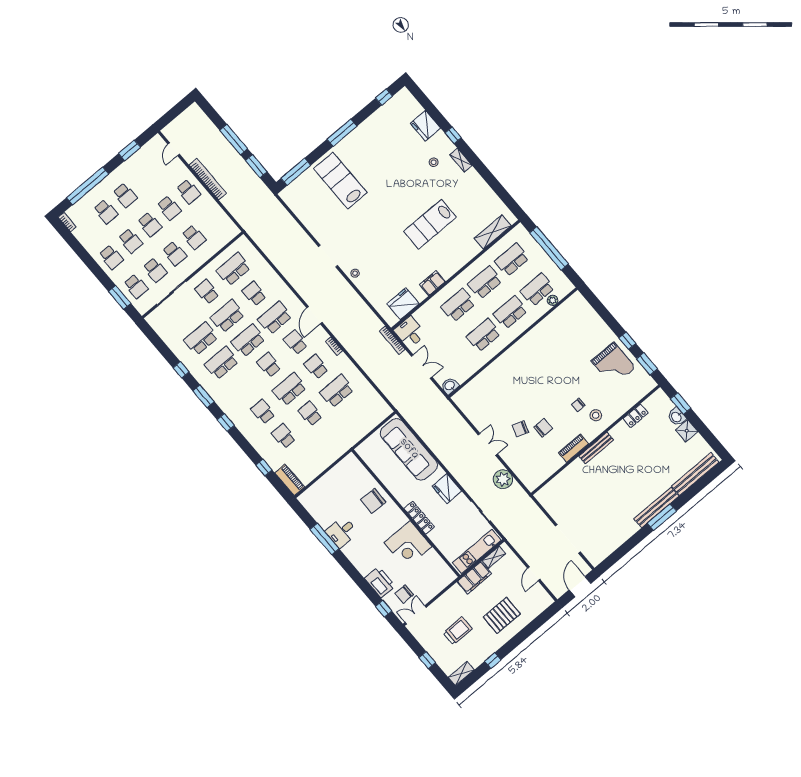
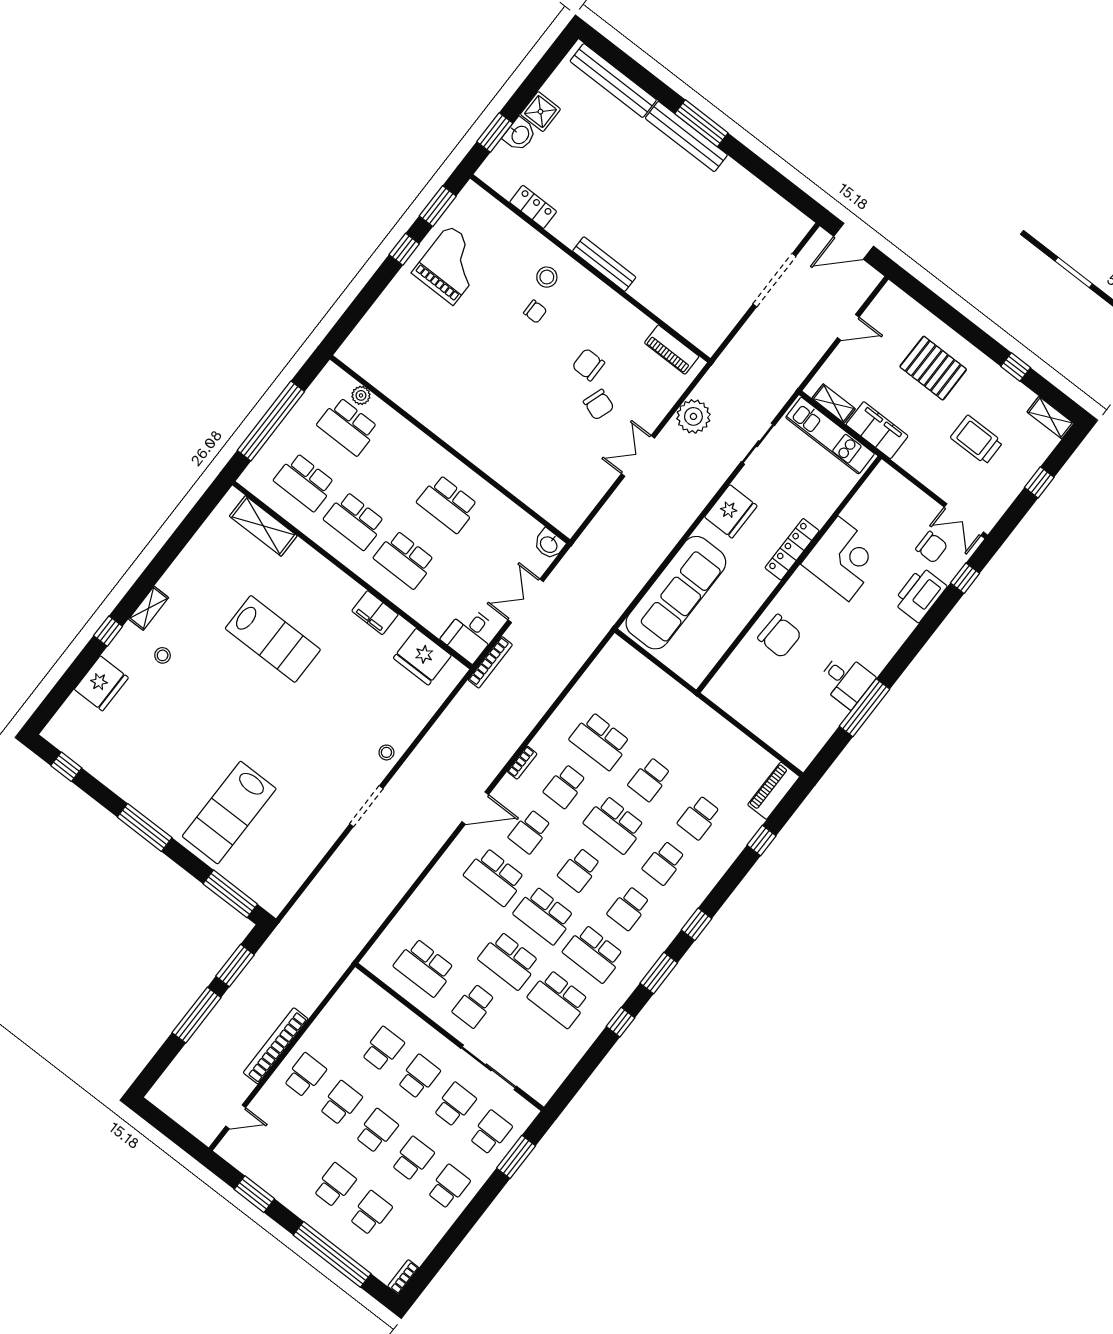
school desk: (254, 294) -> (629, 908), moved
school desk: (510, 312) -> (398, 465), removed
piano: (574, 448) -> (672, 350), moved

